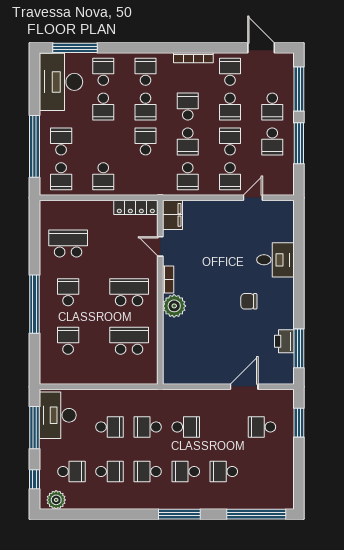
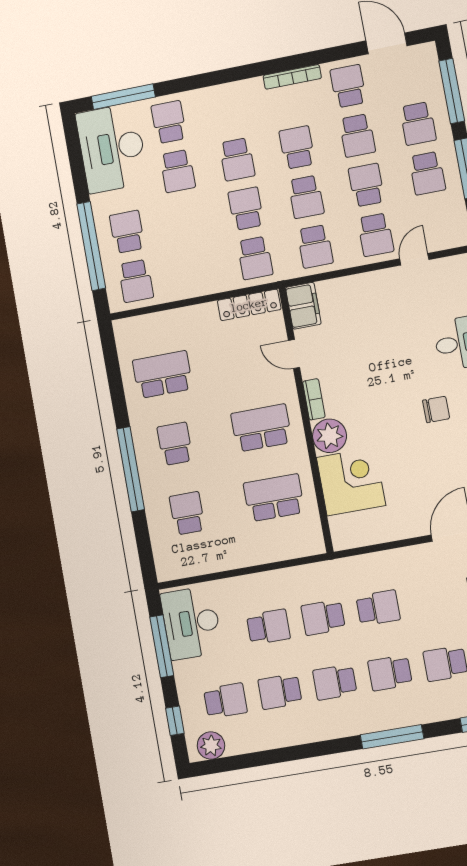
school desk: (146, 72) -> (228, 110), removed
school desk: (103, 176) -> (255, 258), moved
chair: (249, 301) -> (436, 409), turned 180
corner desk: (183, 339) -> (351, 481), added
school desk: (110, 471) -> (280, 691), turned 180

